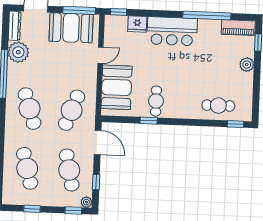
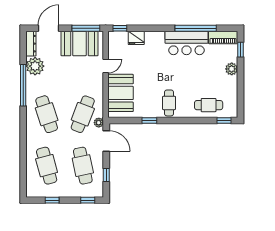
bar counter: (172, 31) -> (187, 43), moved
cafe table: (156, 101) -> (169, 103), moved
plant: (86, 202) -> (99, 123), moved

